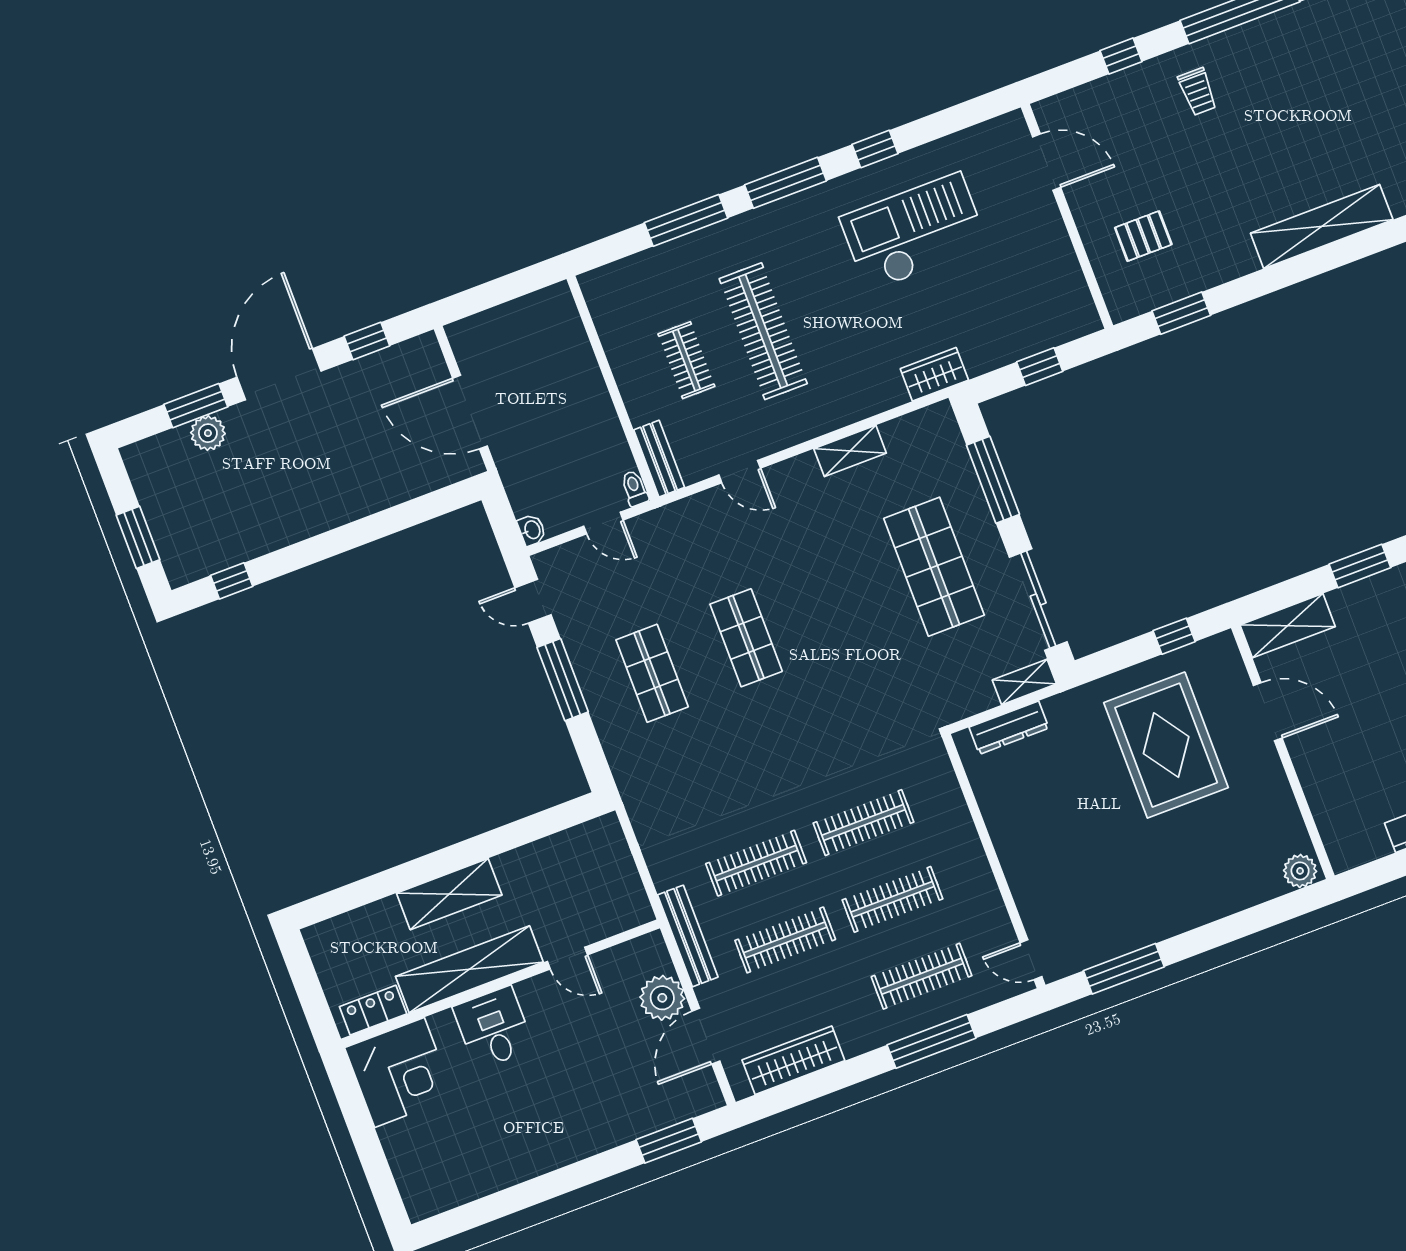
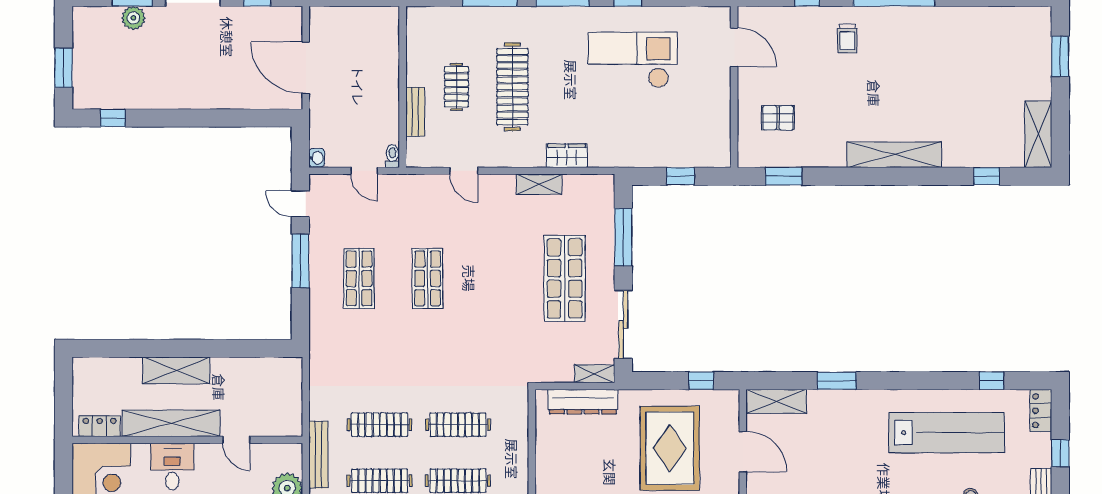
wardrobe: (934, 374) -> (567, 156), moved
bench: (659, 459) -> (415, 112), moved
dresser: (1009, 728) -> (583, 402), width x1.37, depth x1.24

